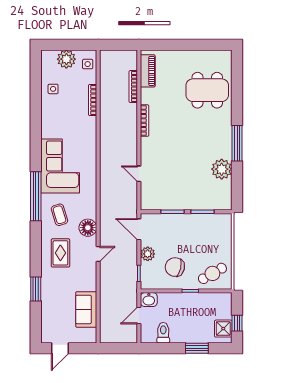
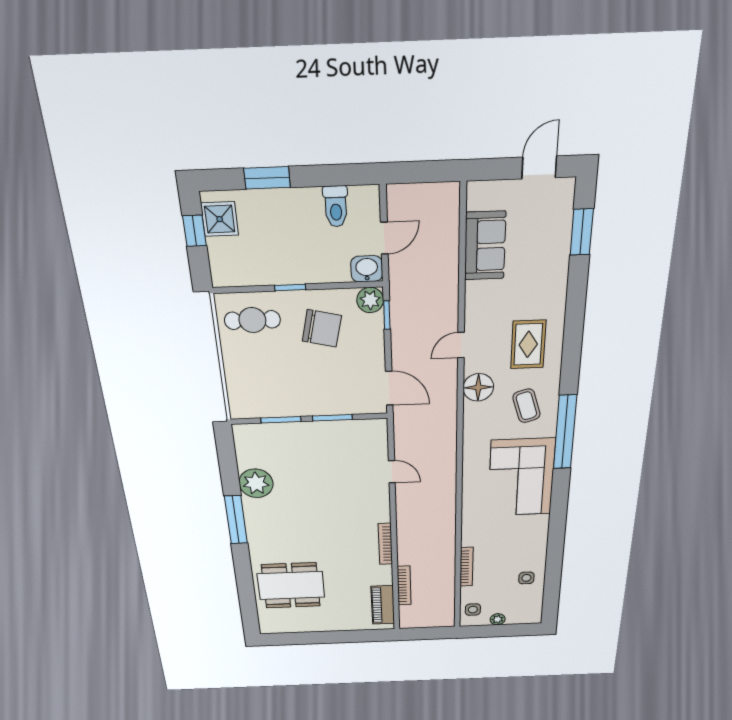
plant: (66, 59) -> (498, 619), width x0.53, depth x0.53
plant: (148, 254) -> (370, 300), moved
cafe table: (212, 273) -> (252, 320), turned 30
window: (36, 289) -> (582, 232), moved

